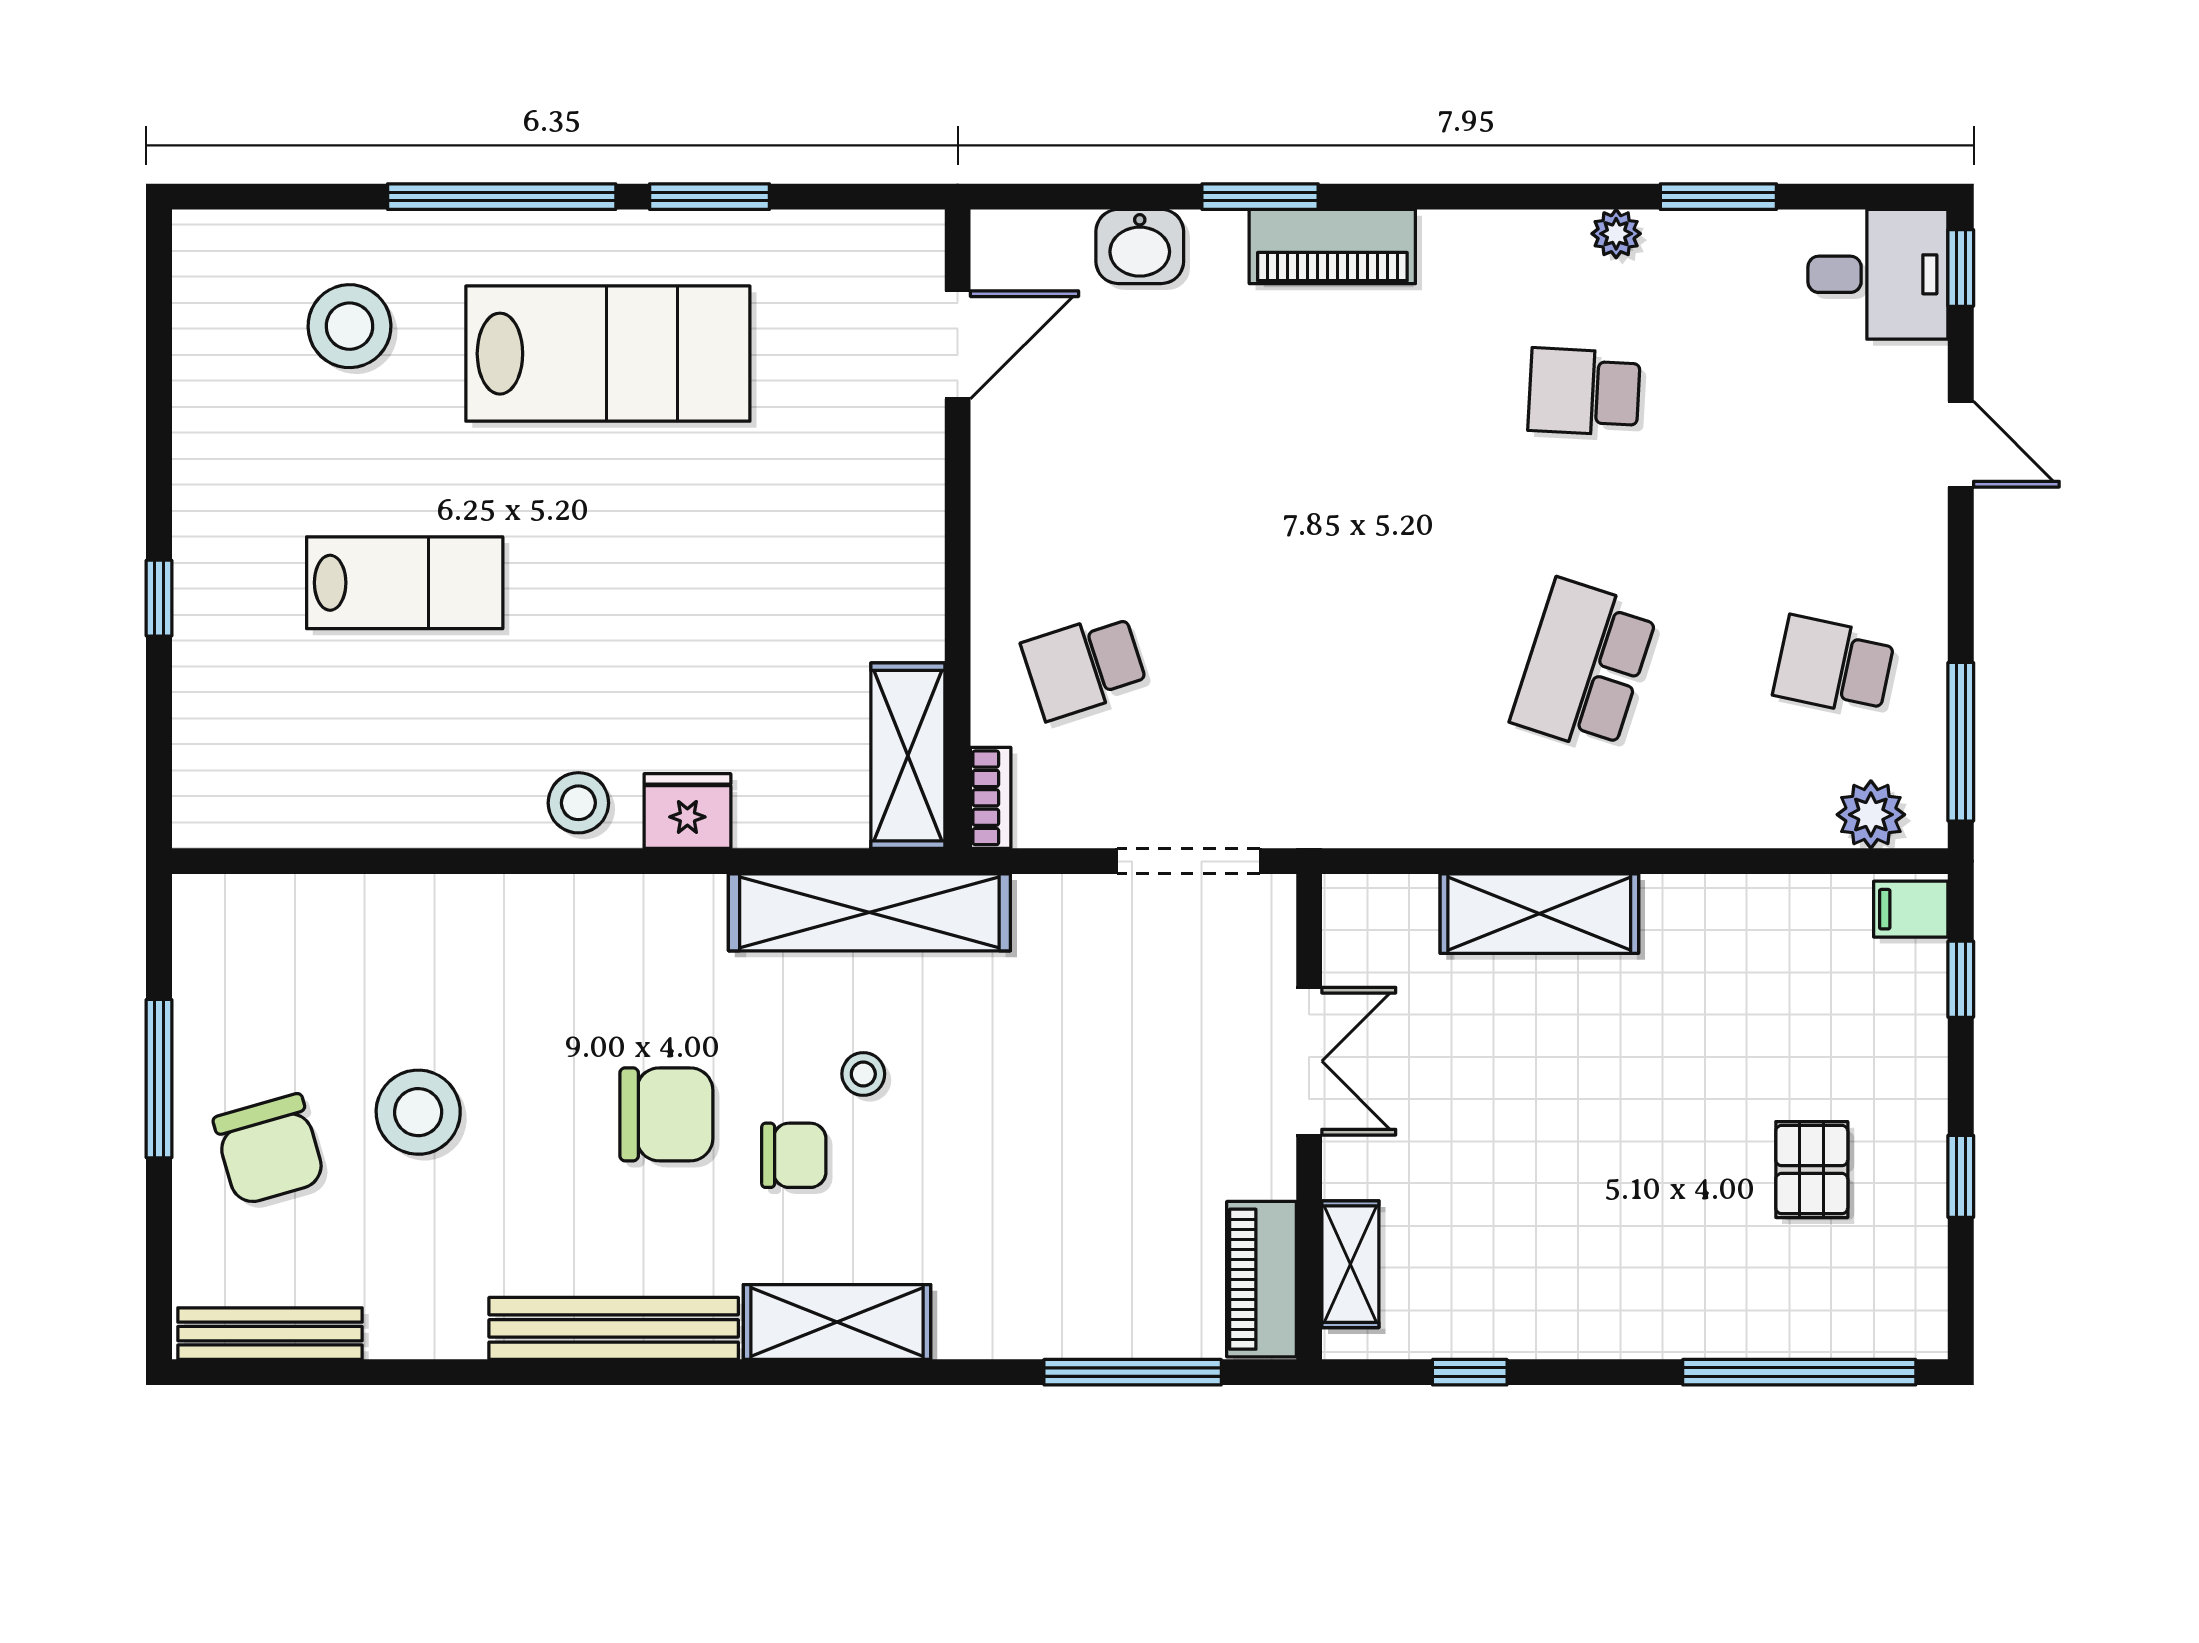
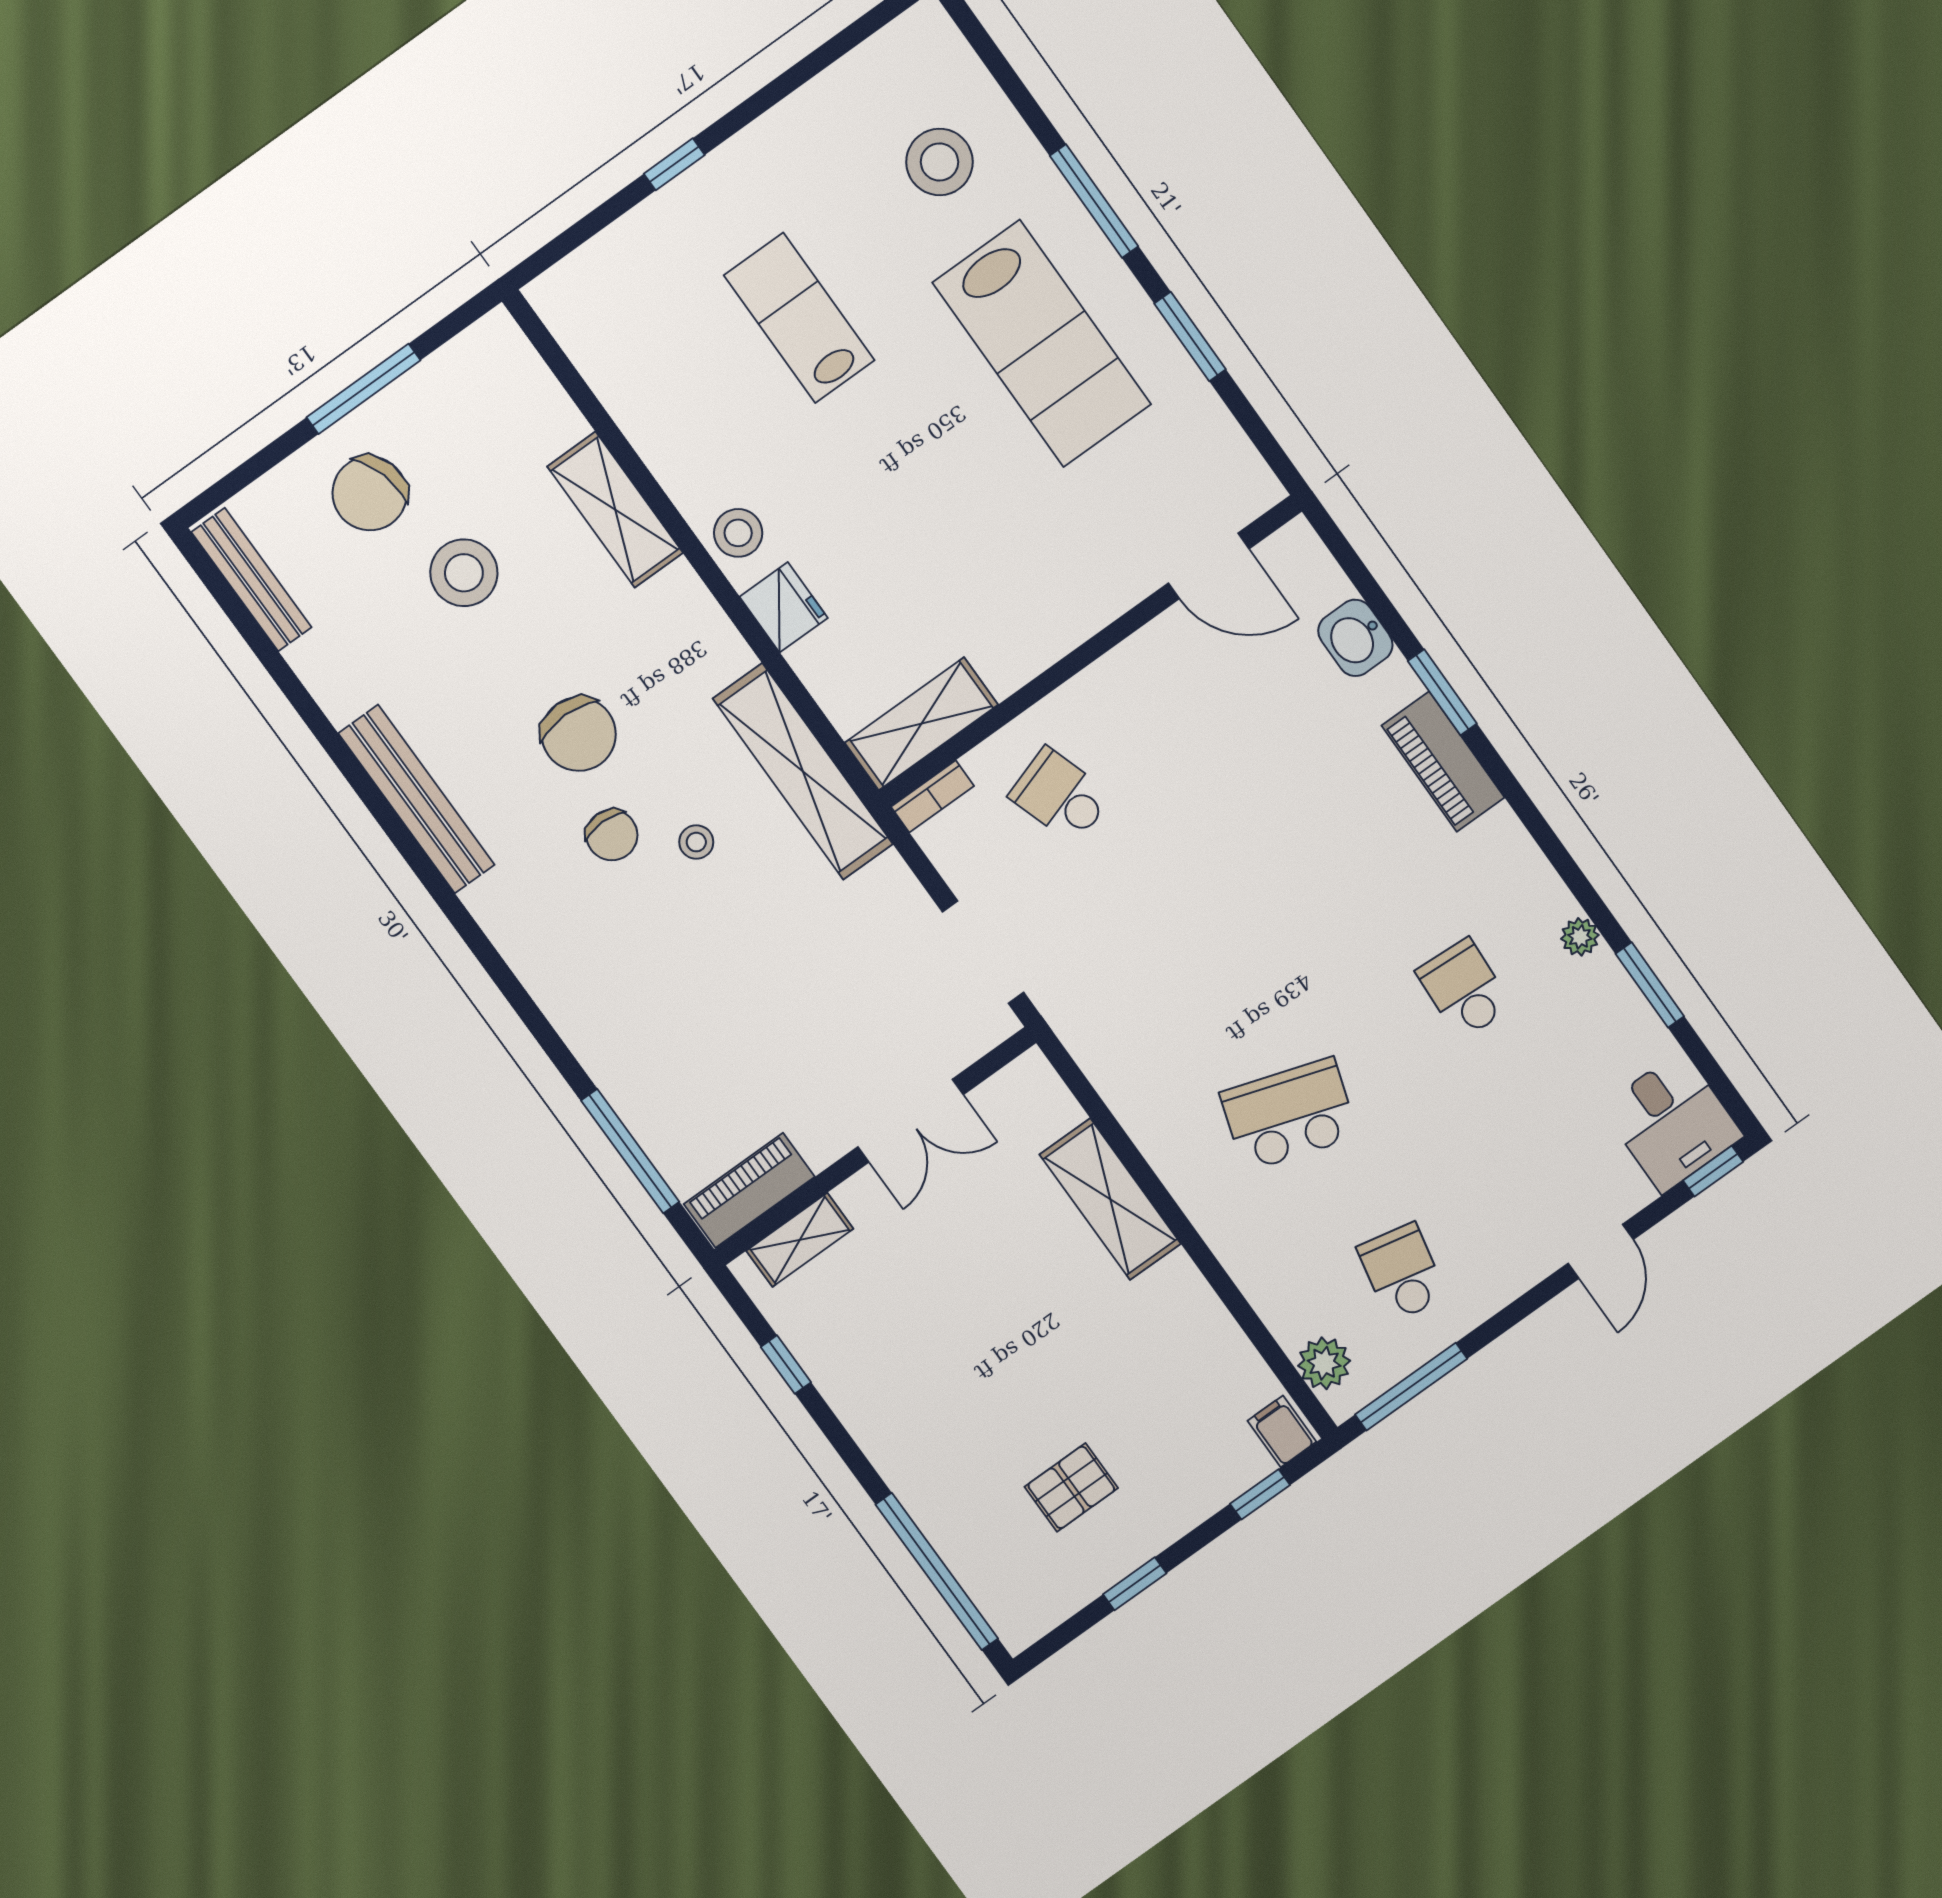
window: (502, 197) -> (1094, 201), width x0.68
lab bench: (405, 583) -> (799, 318), turned 180
shelving: (837, 1322) -> (615, 510), moved

